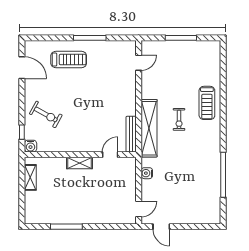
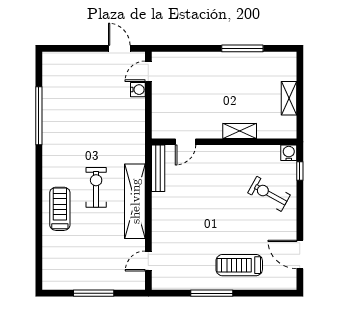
exercise bike: (179, 119) -> (96, 187), width x1.38, depth x1.39
shelving: (149, 128) -> (135, 201), moved
shelving: (79, 163) -> (240, 131), moved
water cooler: (147, 173) -> (138, 90), moved
shelving: (30, 177) -> (289, 98), moved

